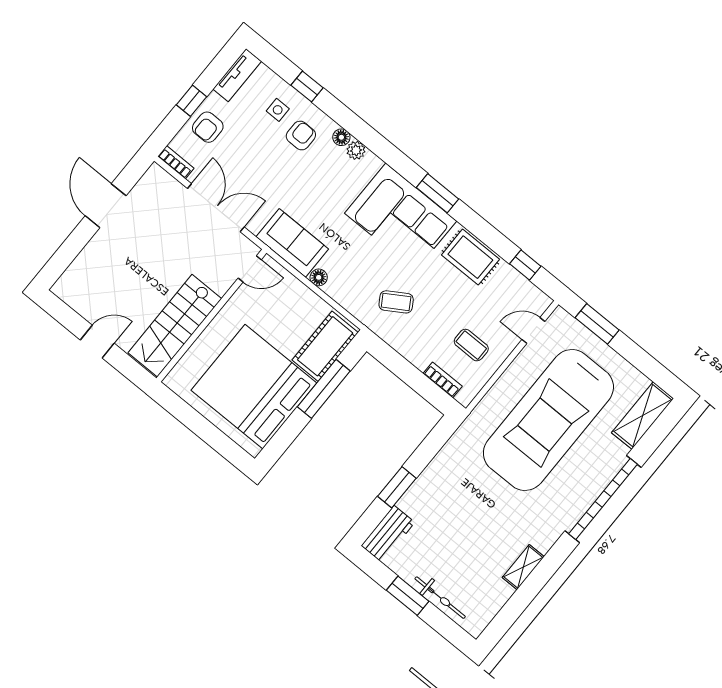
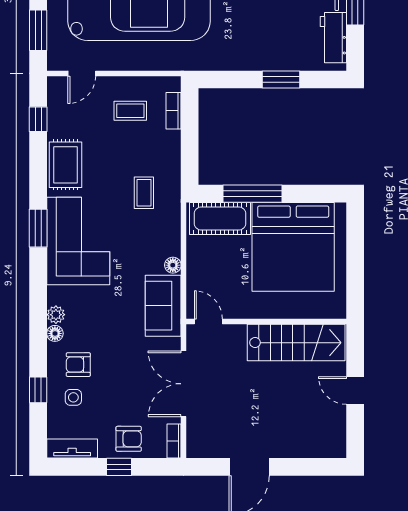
coffee table: (396, 302) -> (144, 193), turned 32
door: (533, 331) -> (82, 73), hinge flipped
coffee table: (471, 345) -> (130, 111), turned 90
workbench: (388, 534) -> (333, 38), moved, turned -90

